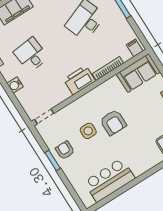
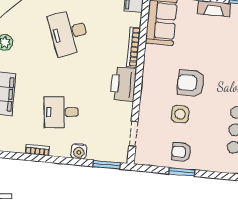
window: (20, 109) -> (106, 165), added
doorway: (44, 116) -> (133, 134), moved
armchair: (113, 122) -> (191, 83), turned 180

